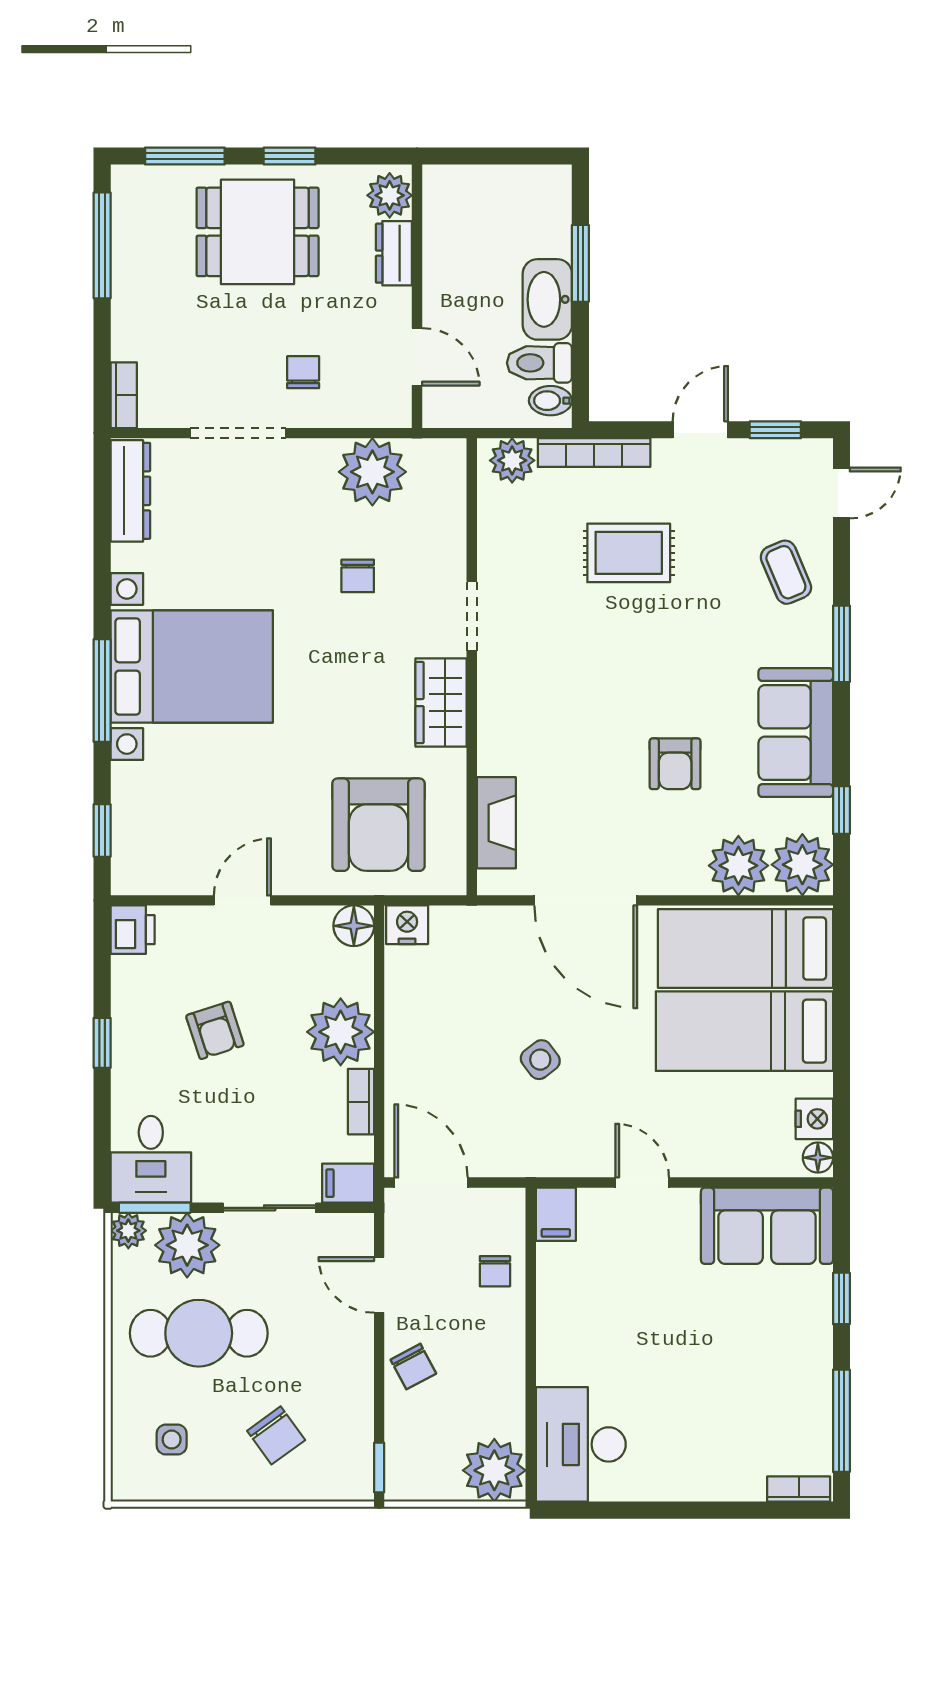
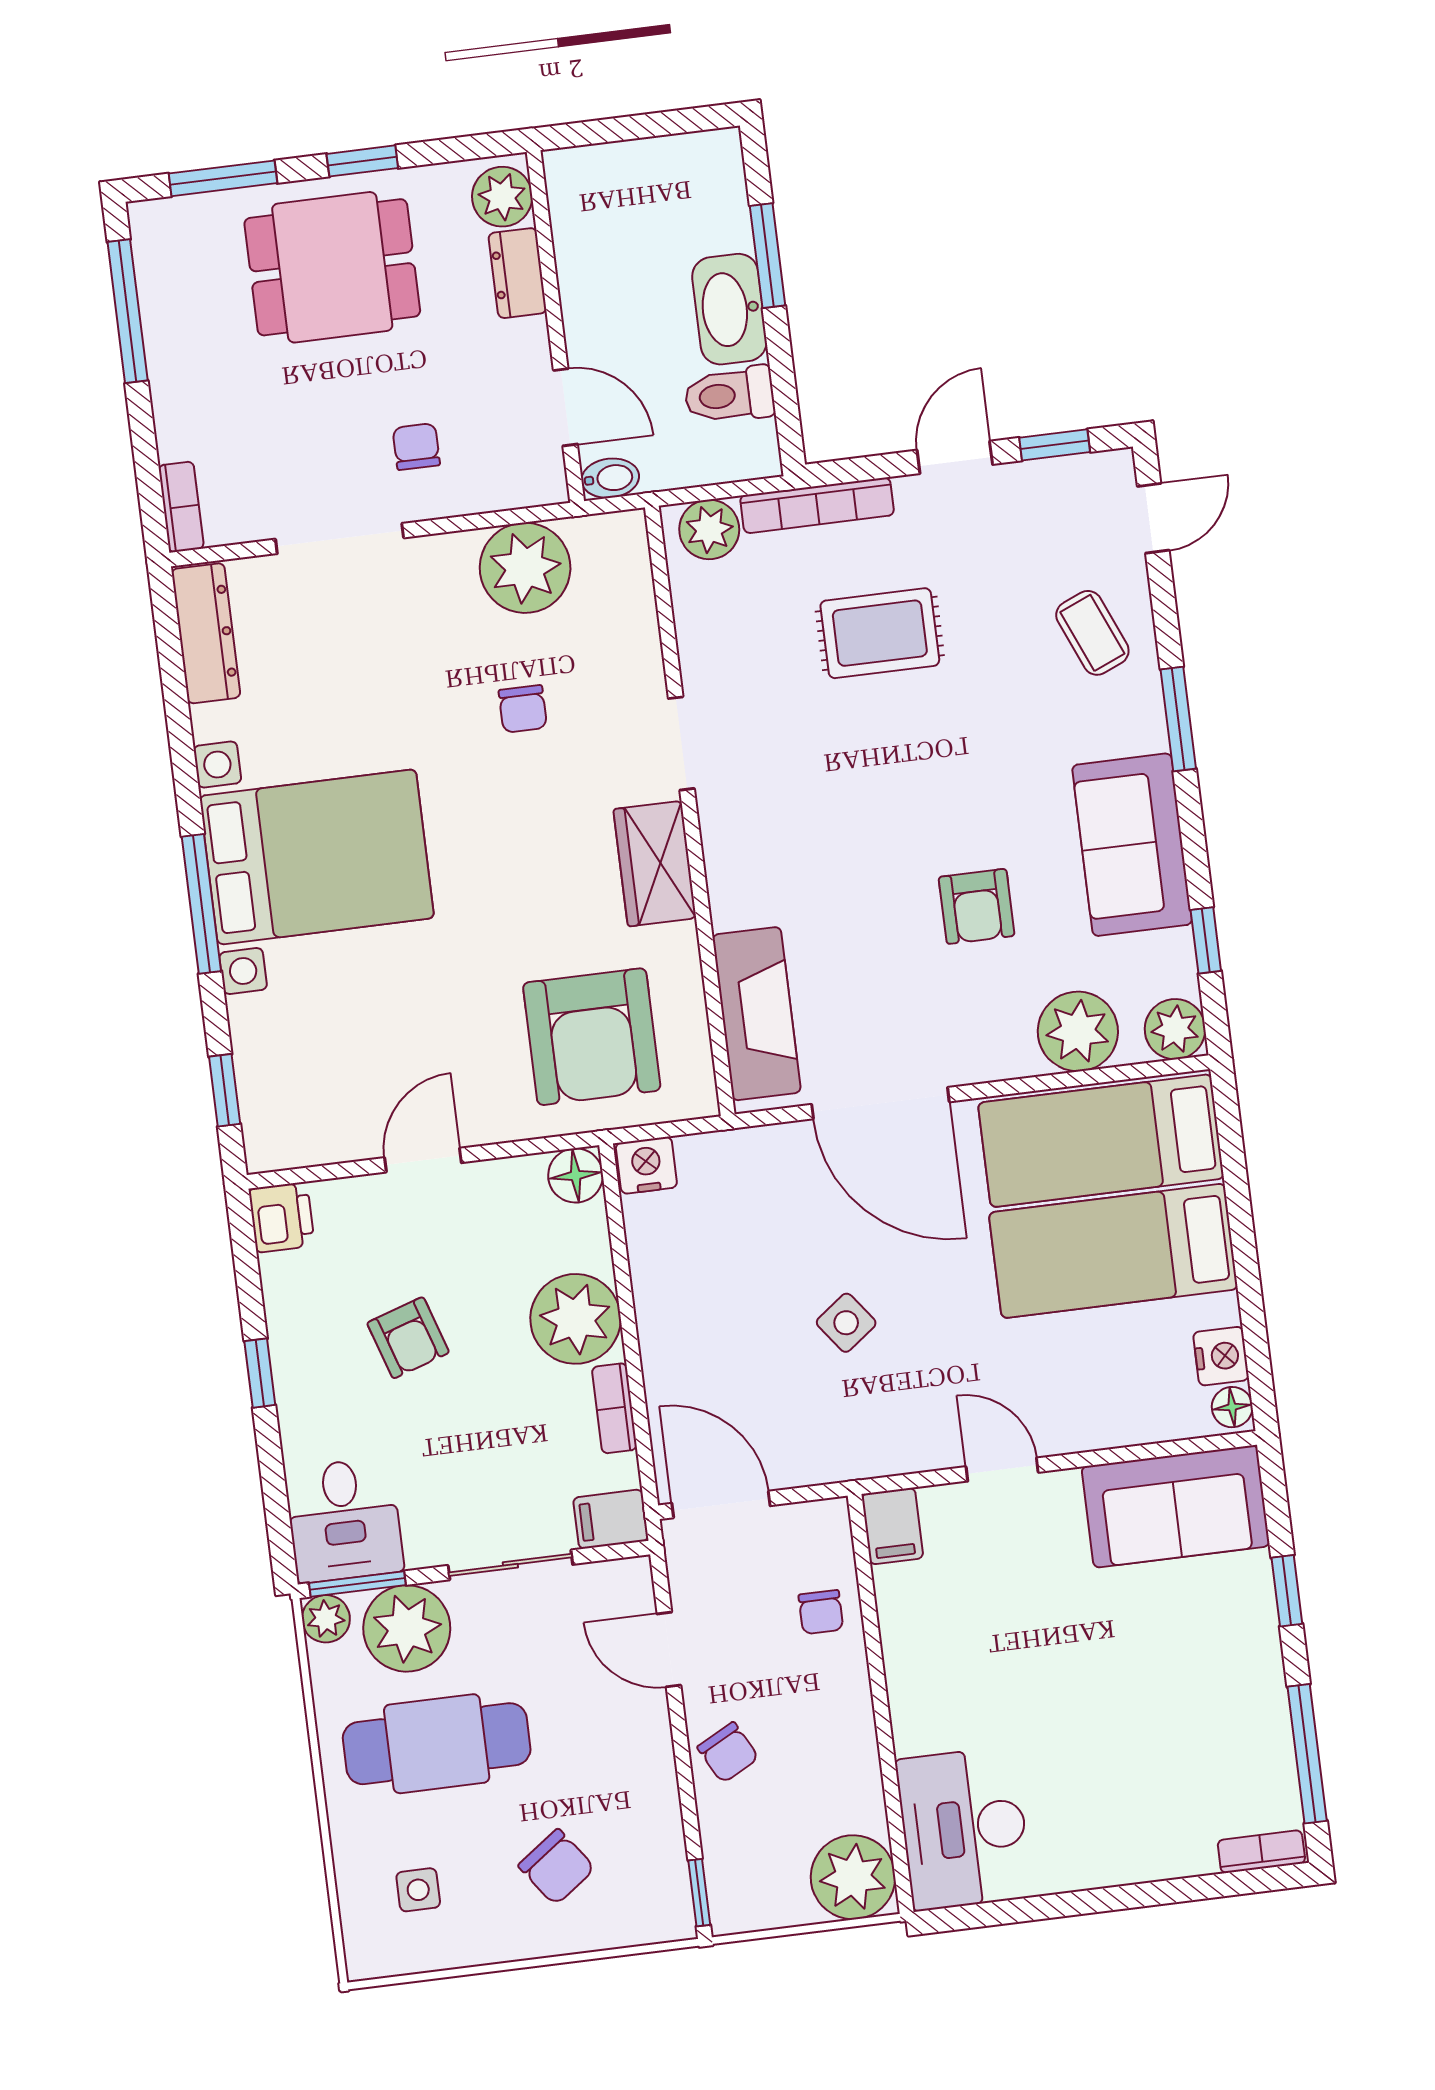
bidet: (550, 401) -> (610, 478), moved, turned 180
fireplace: (496, 823) -> (757, 1014), width x1.37, depth x1.32
plant: (802, 865) -> (1175, 1029), width x0.73, depth x0.73

